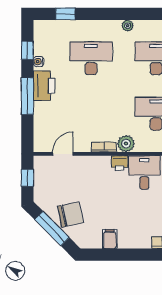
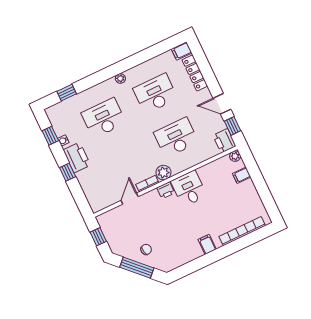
window: (27, 96) -> (68, 172), width x0.46
door: (63, 154) -> (130, 199), moved
chair: (70, 214) -> (146, 249), width x0.54, depth x0.54
filing cabinet: (110, 239) -> (207, 244), moved

